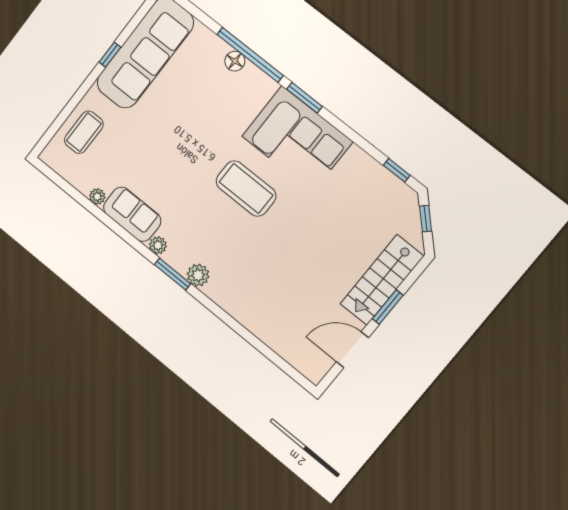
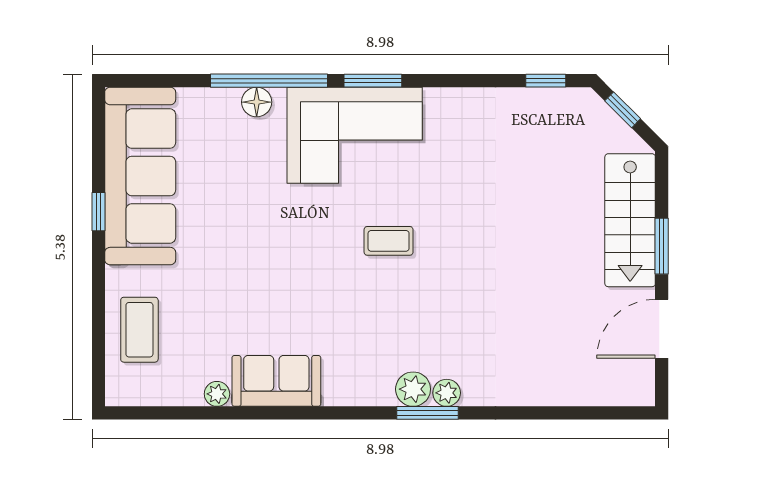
corner sofa: (297, 139) -> (355, 135), moved
coffee table: (246, 189) -> (389, 241), width x0.54, depth x0.58
plant: (158, 245) -> (447, 393), moved
window: (173, 274) -> (427, 413), moved

